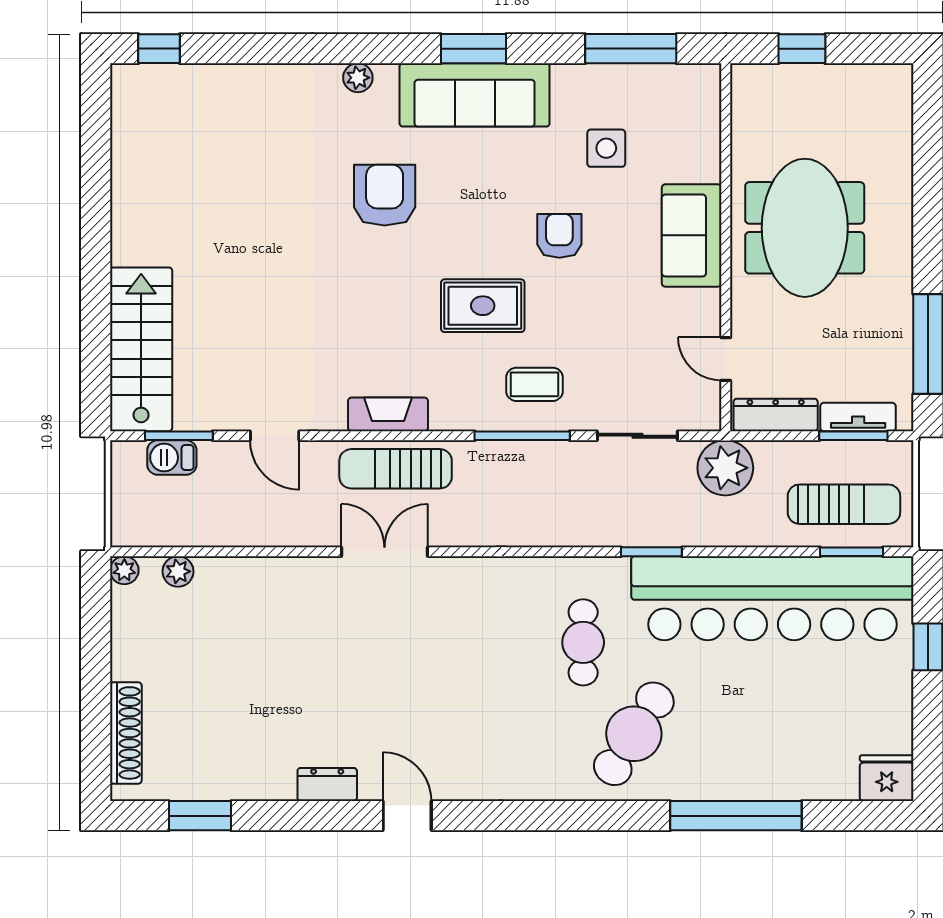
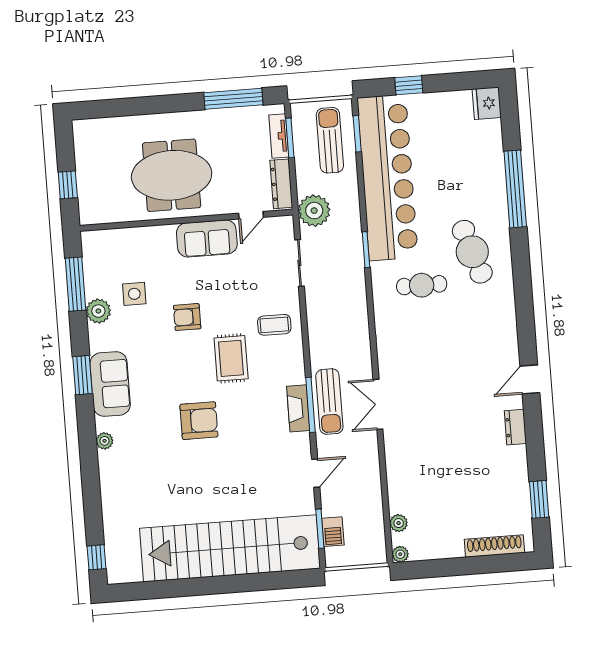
plant: (581, 84) -> (98, 311), added
sofa: (475, 95) -> (110, 384), width x0.73
armchair: (385, 195) -> (199, 421), moved, turned 180
sofa: (692, 235) -> (207, 238), moved
stairs: (141, 349) -> (230, 548), width x1.86, depth x1.51
coffee table: (535, 384) -> (274, 325), turned 90
window: (522, 436) -> (310, 405), moved
cafe table: (634, 734) -> (472, 252), turned 40

